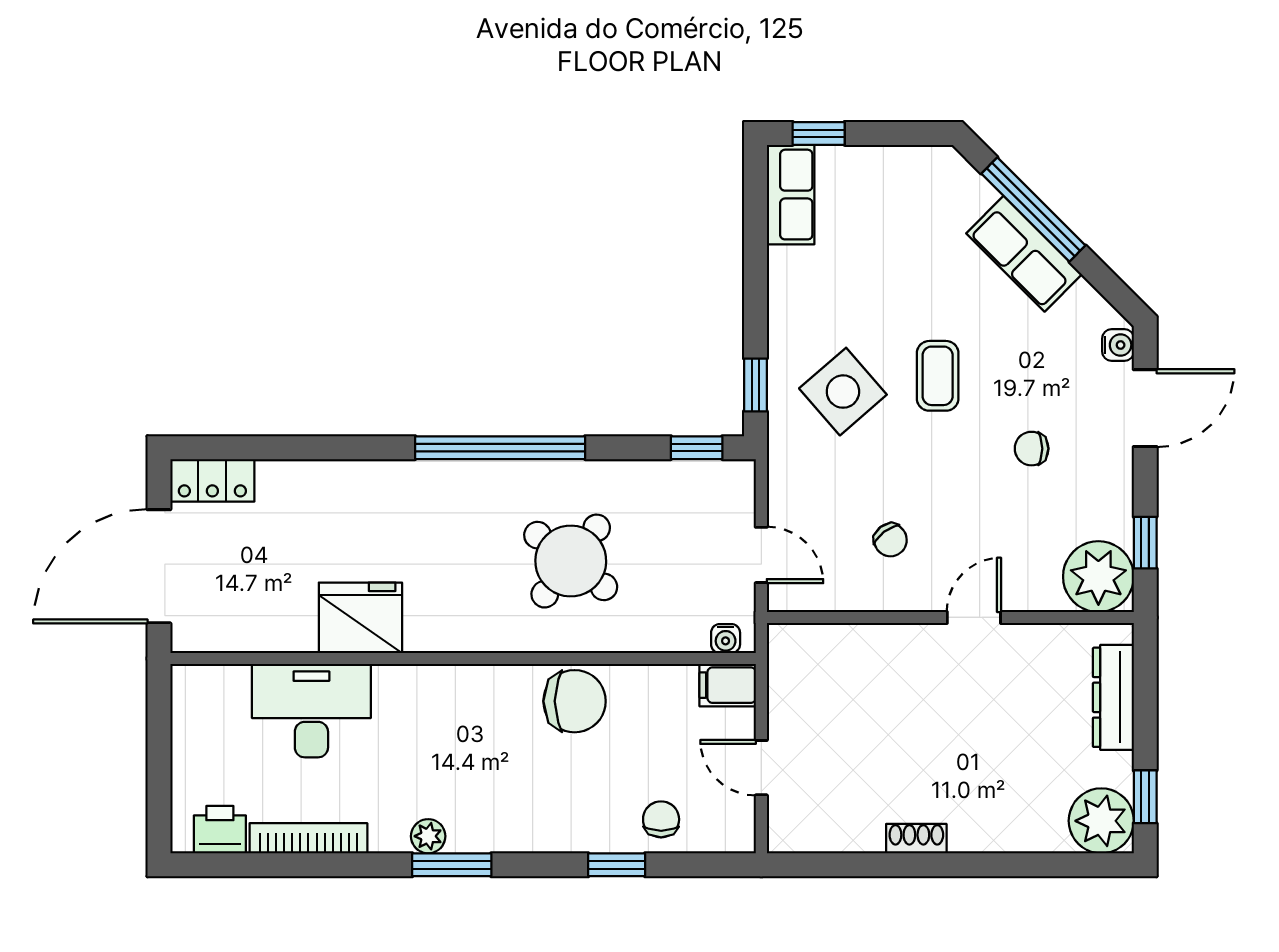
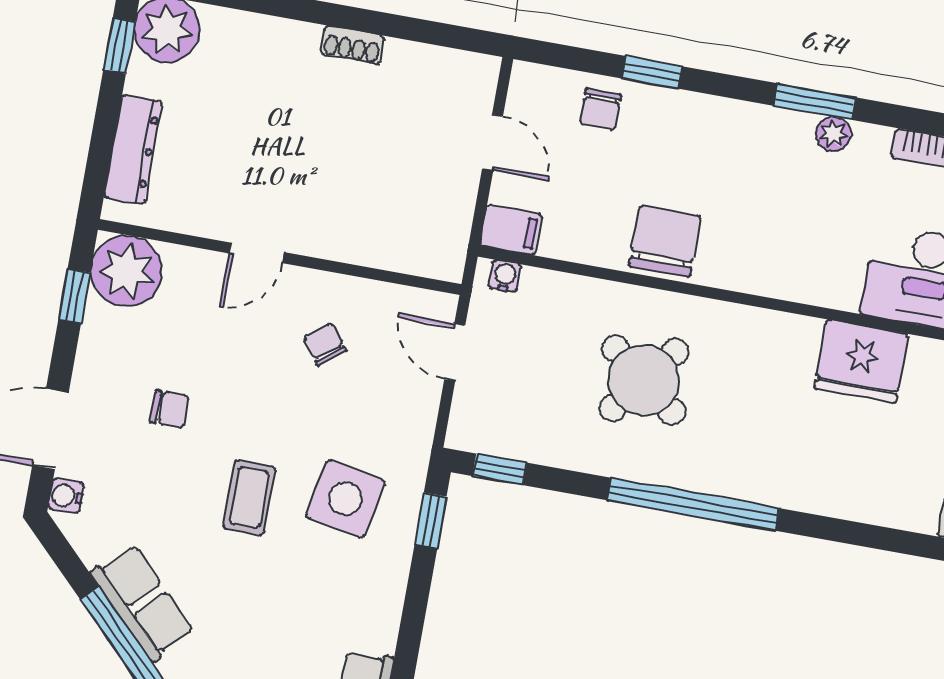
side table: (843, 392) -> (345, 499), turned -38
chair: (575, 701) -> (665, 241), turned 90

